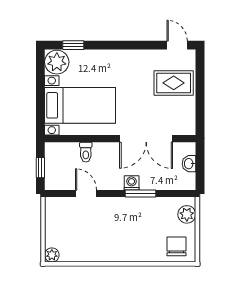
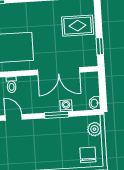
window: (200, 111) -> (100, 46), added
washbasin: (189, 164) -> (95, 103), moved
washing machine: (132, 183) -> (66, 106), moved

